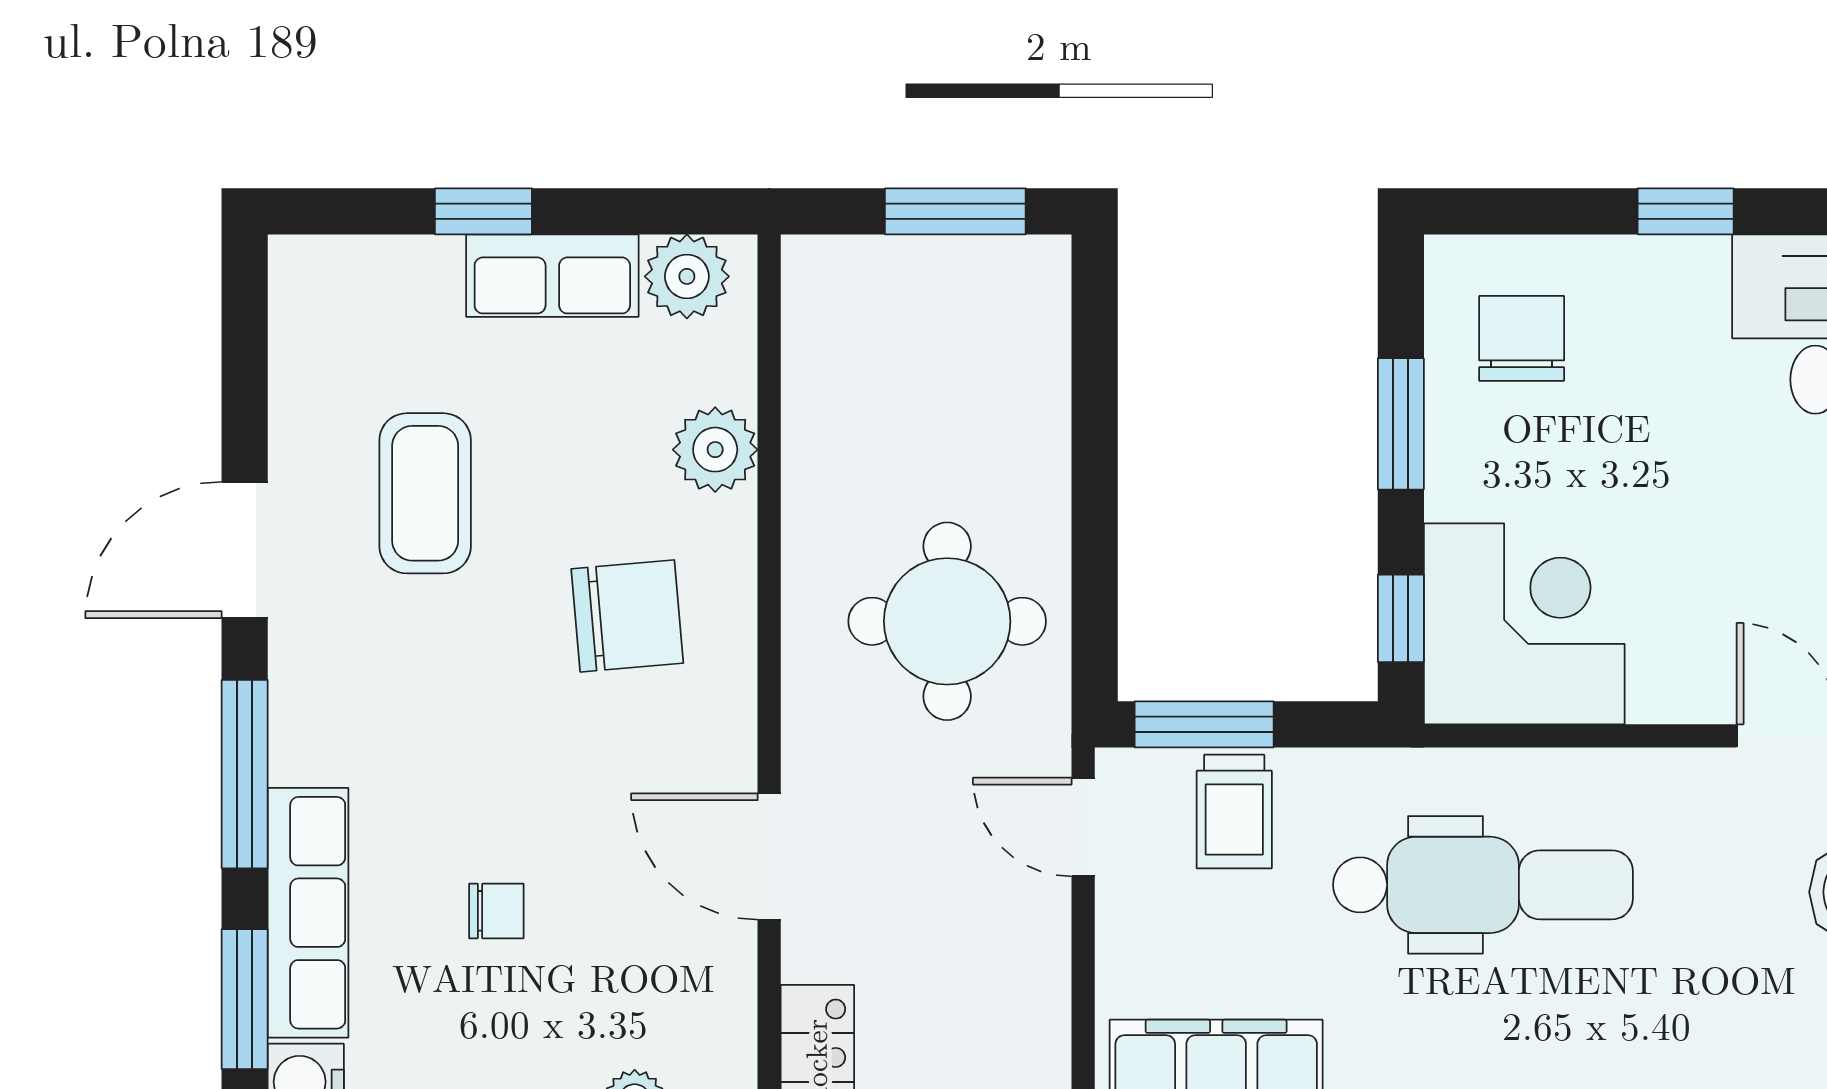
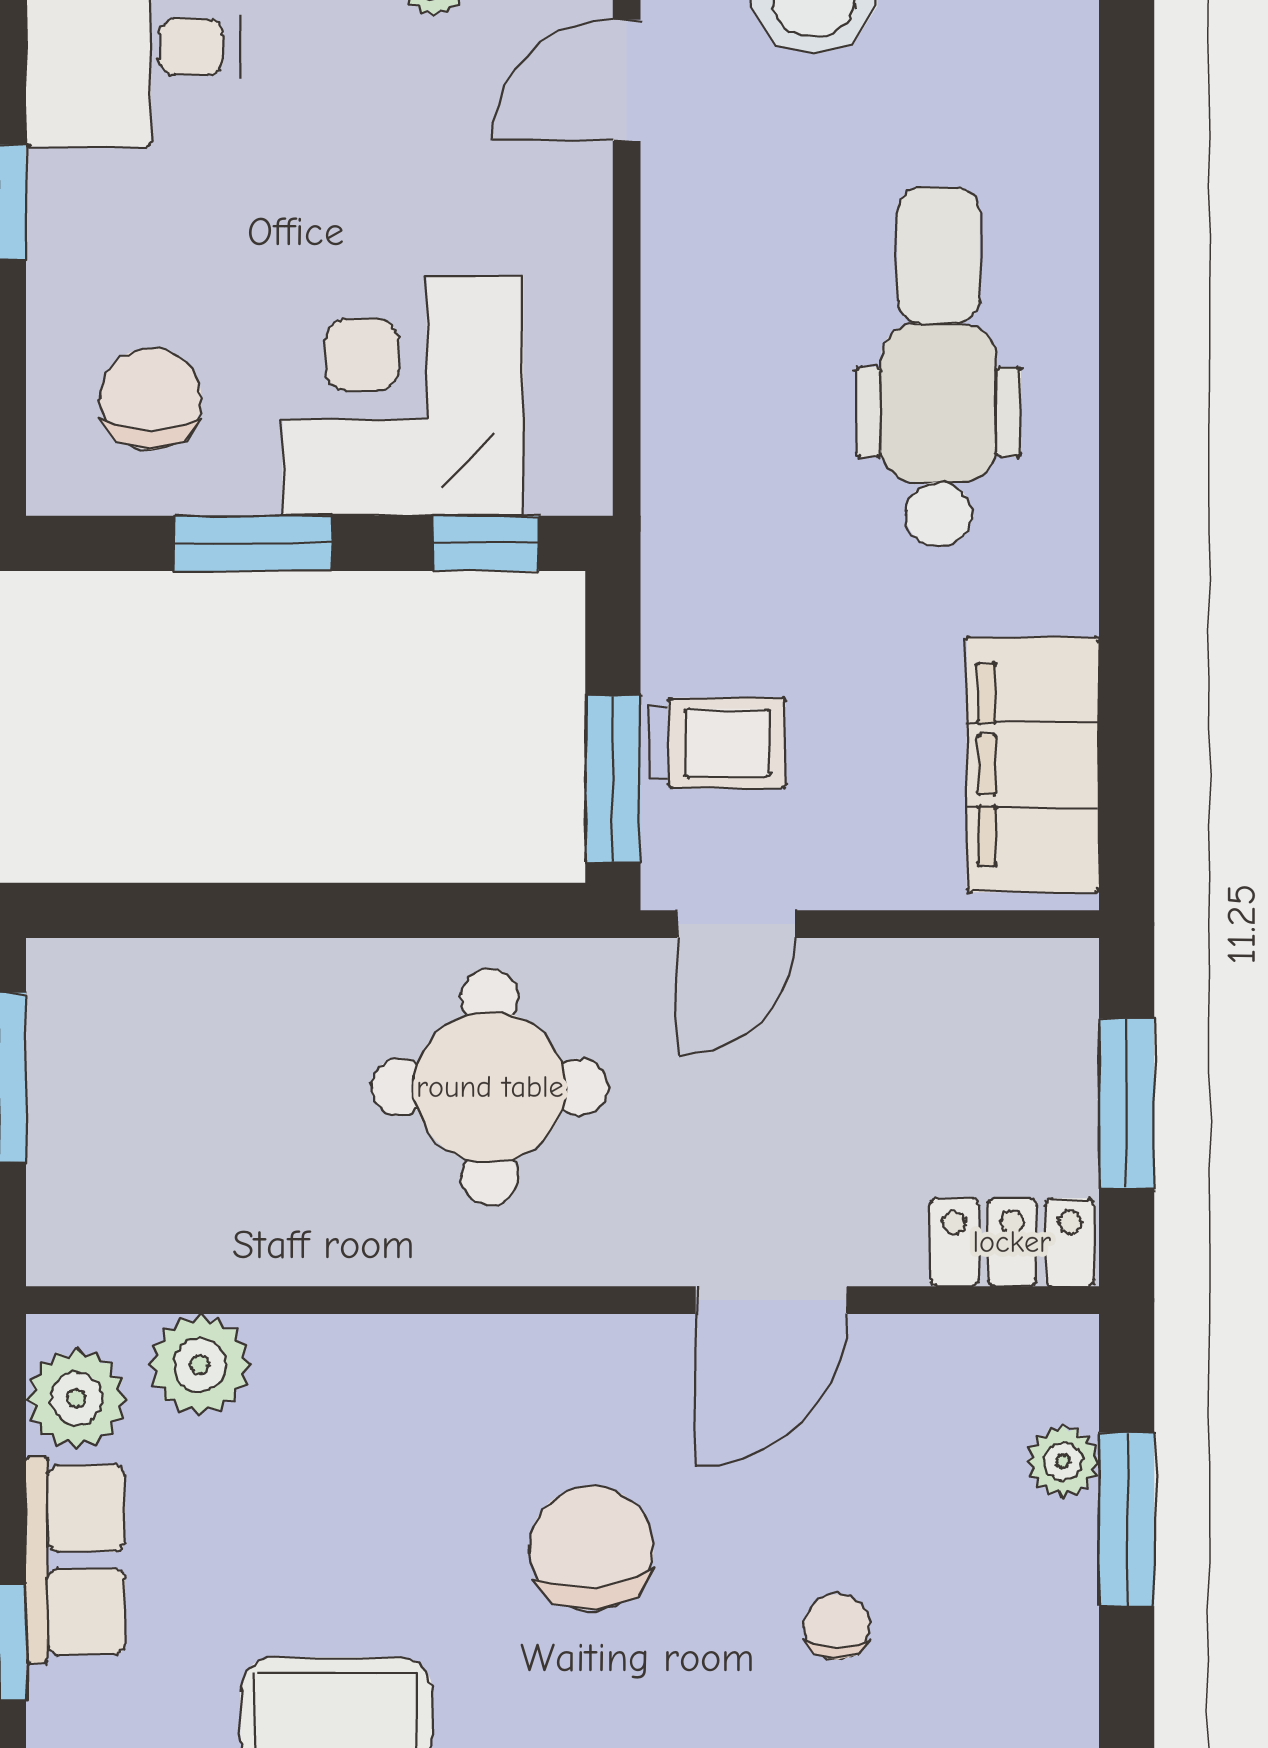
chair: (1522, 338) -> (151, 399), turned 90
plant: (715, 450) -> (200, 1365), moved
chair: (627, 616) -> (591, 1548), moved
corner desk: (1524, 624) -> (403, 396), moved
dental chair: (1483, 885) -> (938, 367), moved

